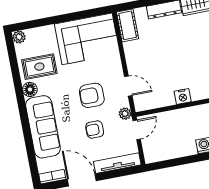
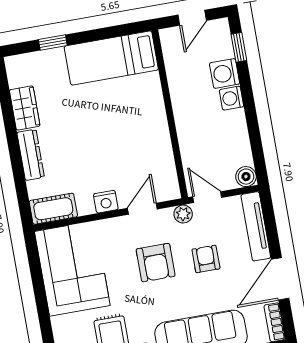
nightstand: (183, 96) -> (106, 202), moved, turned 90
armchair: (95, 129) -> (206, 259), turned 180
boiler: (151, 156) -> (246, 177), added

